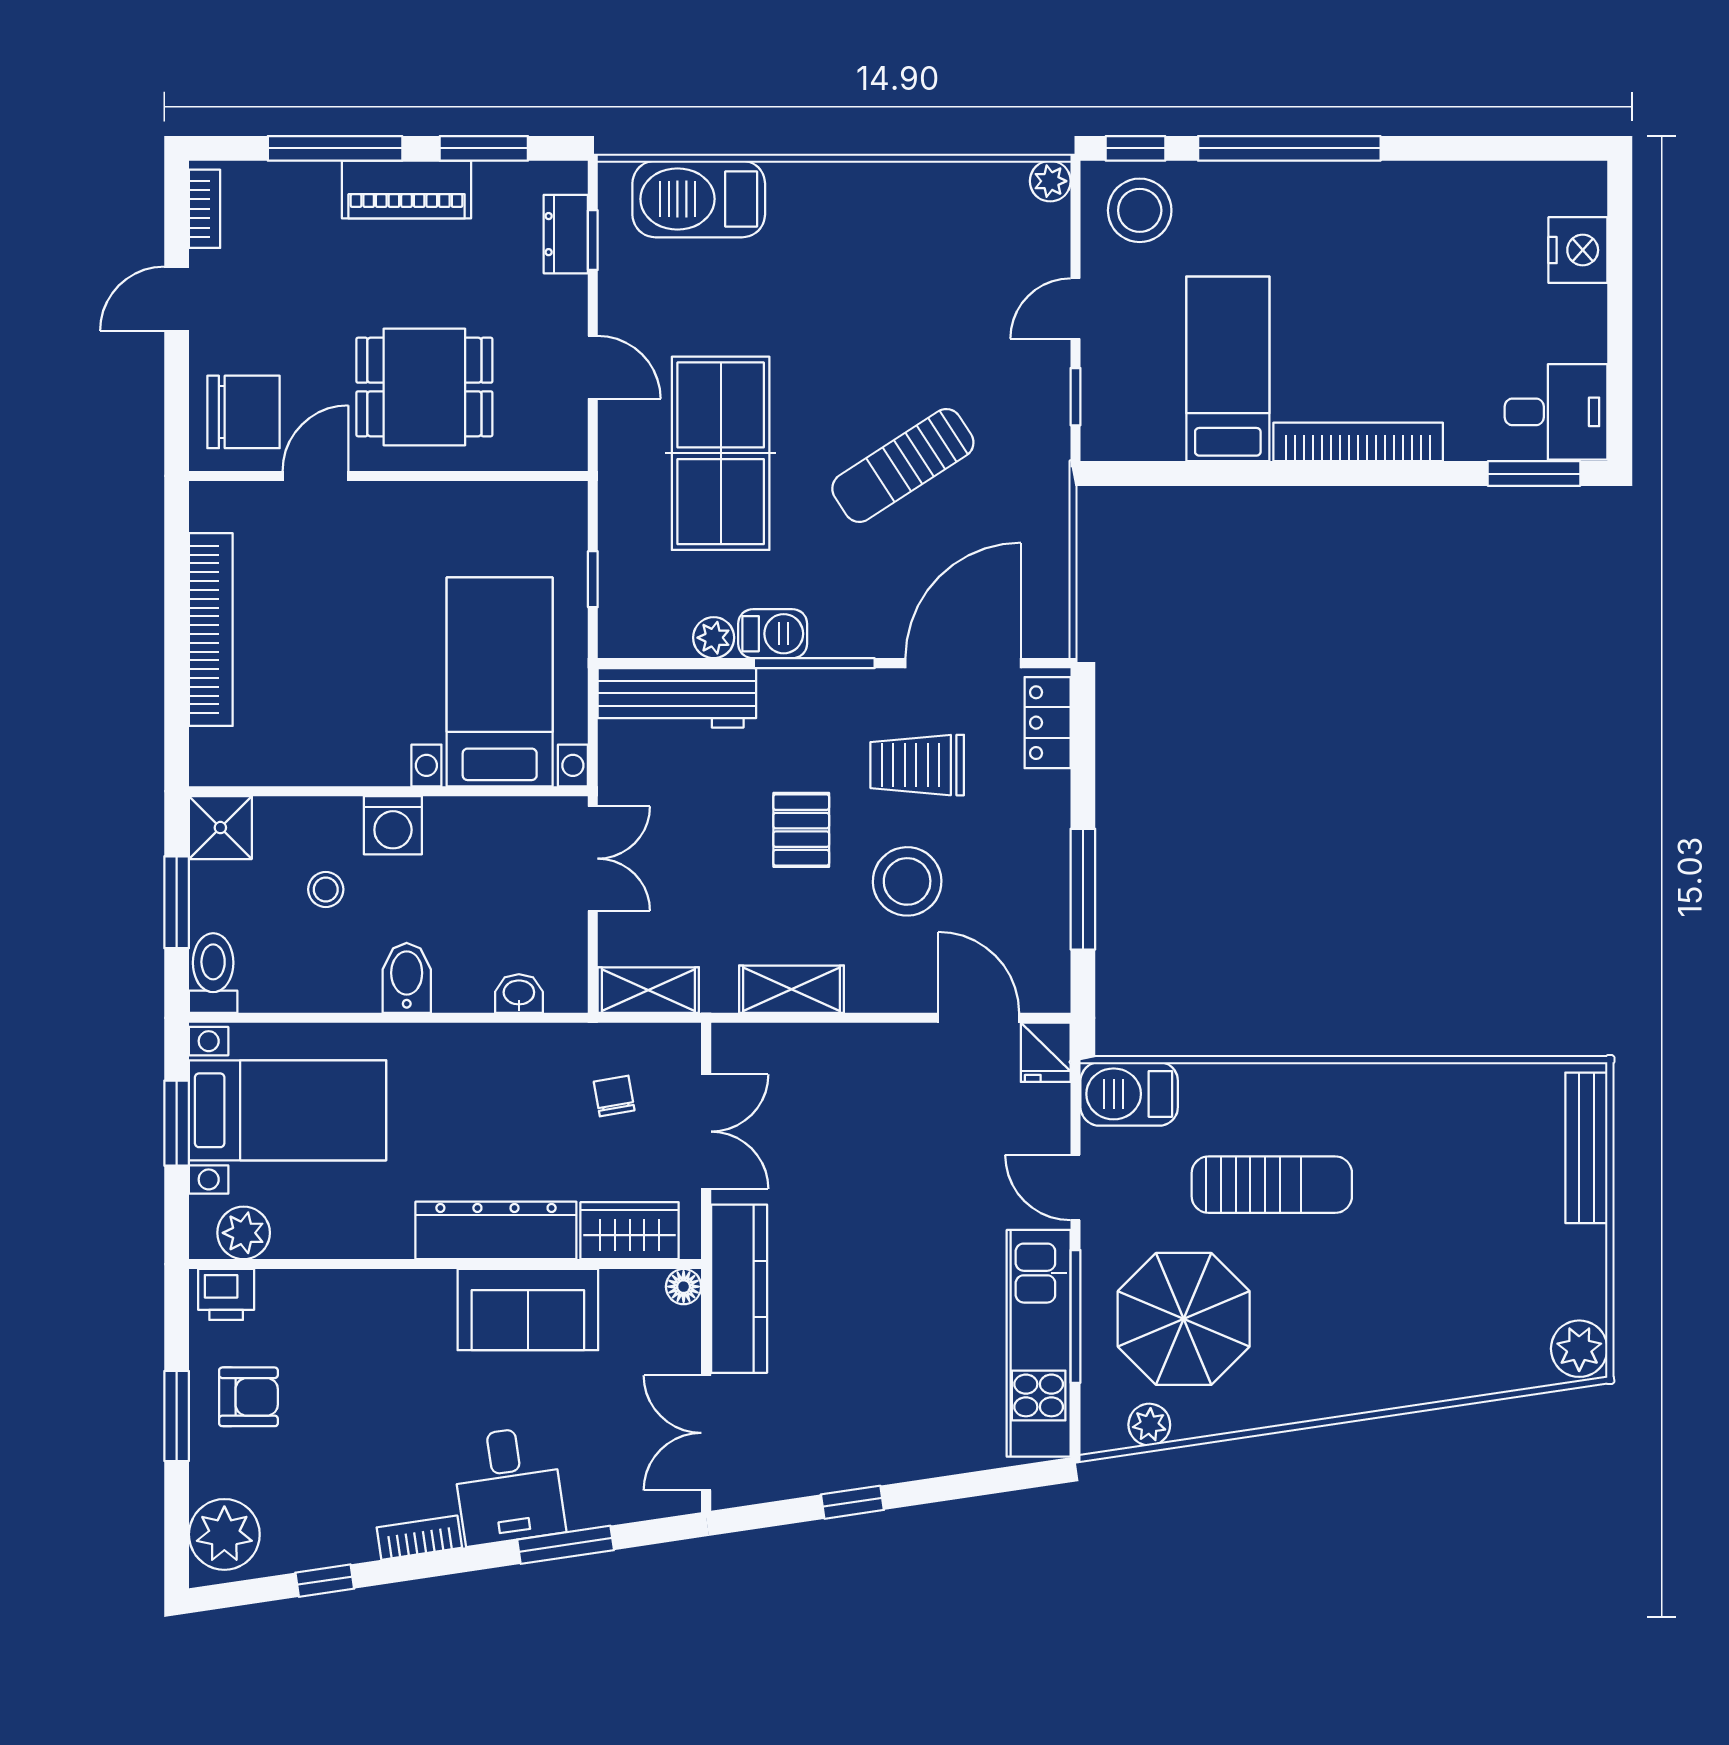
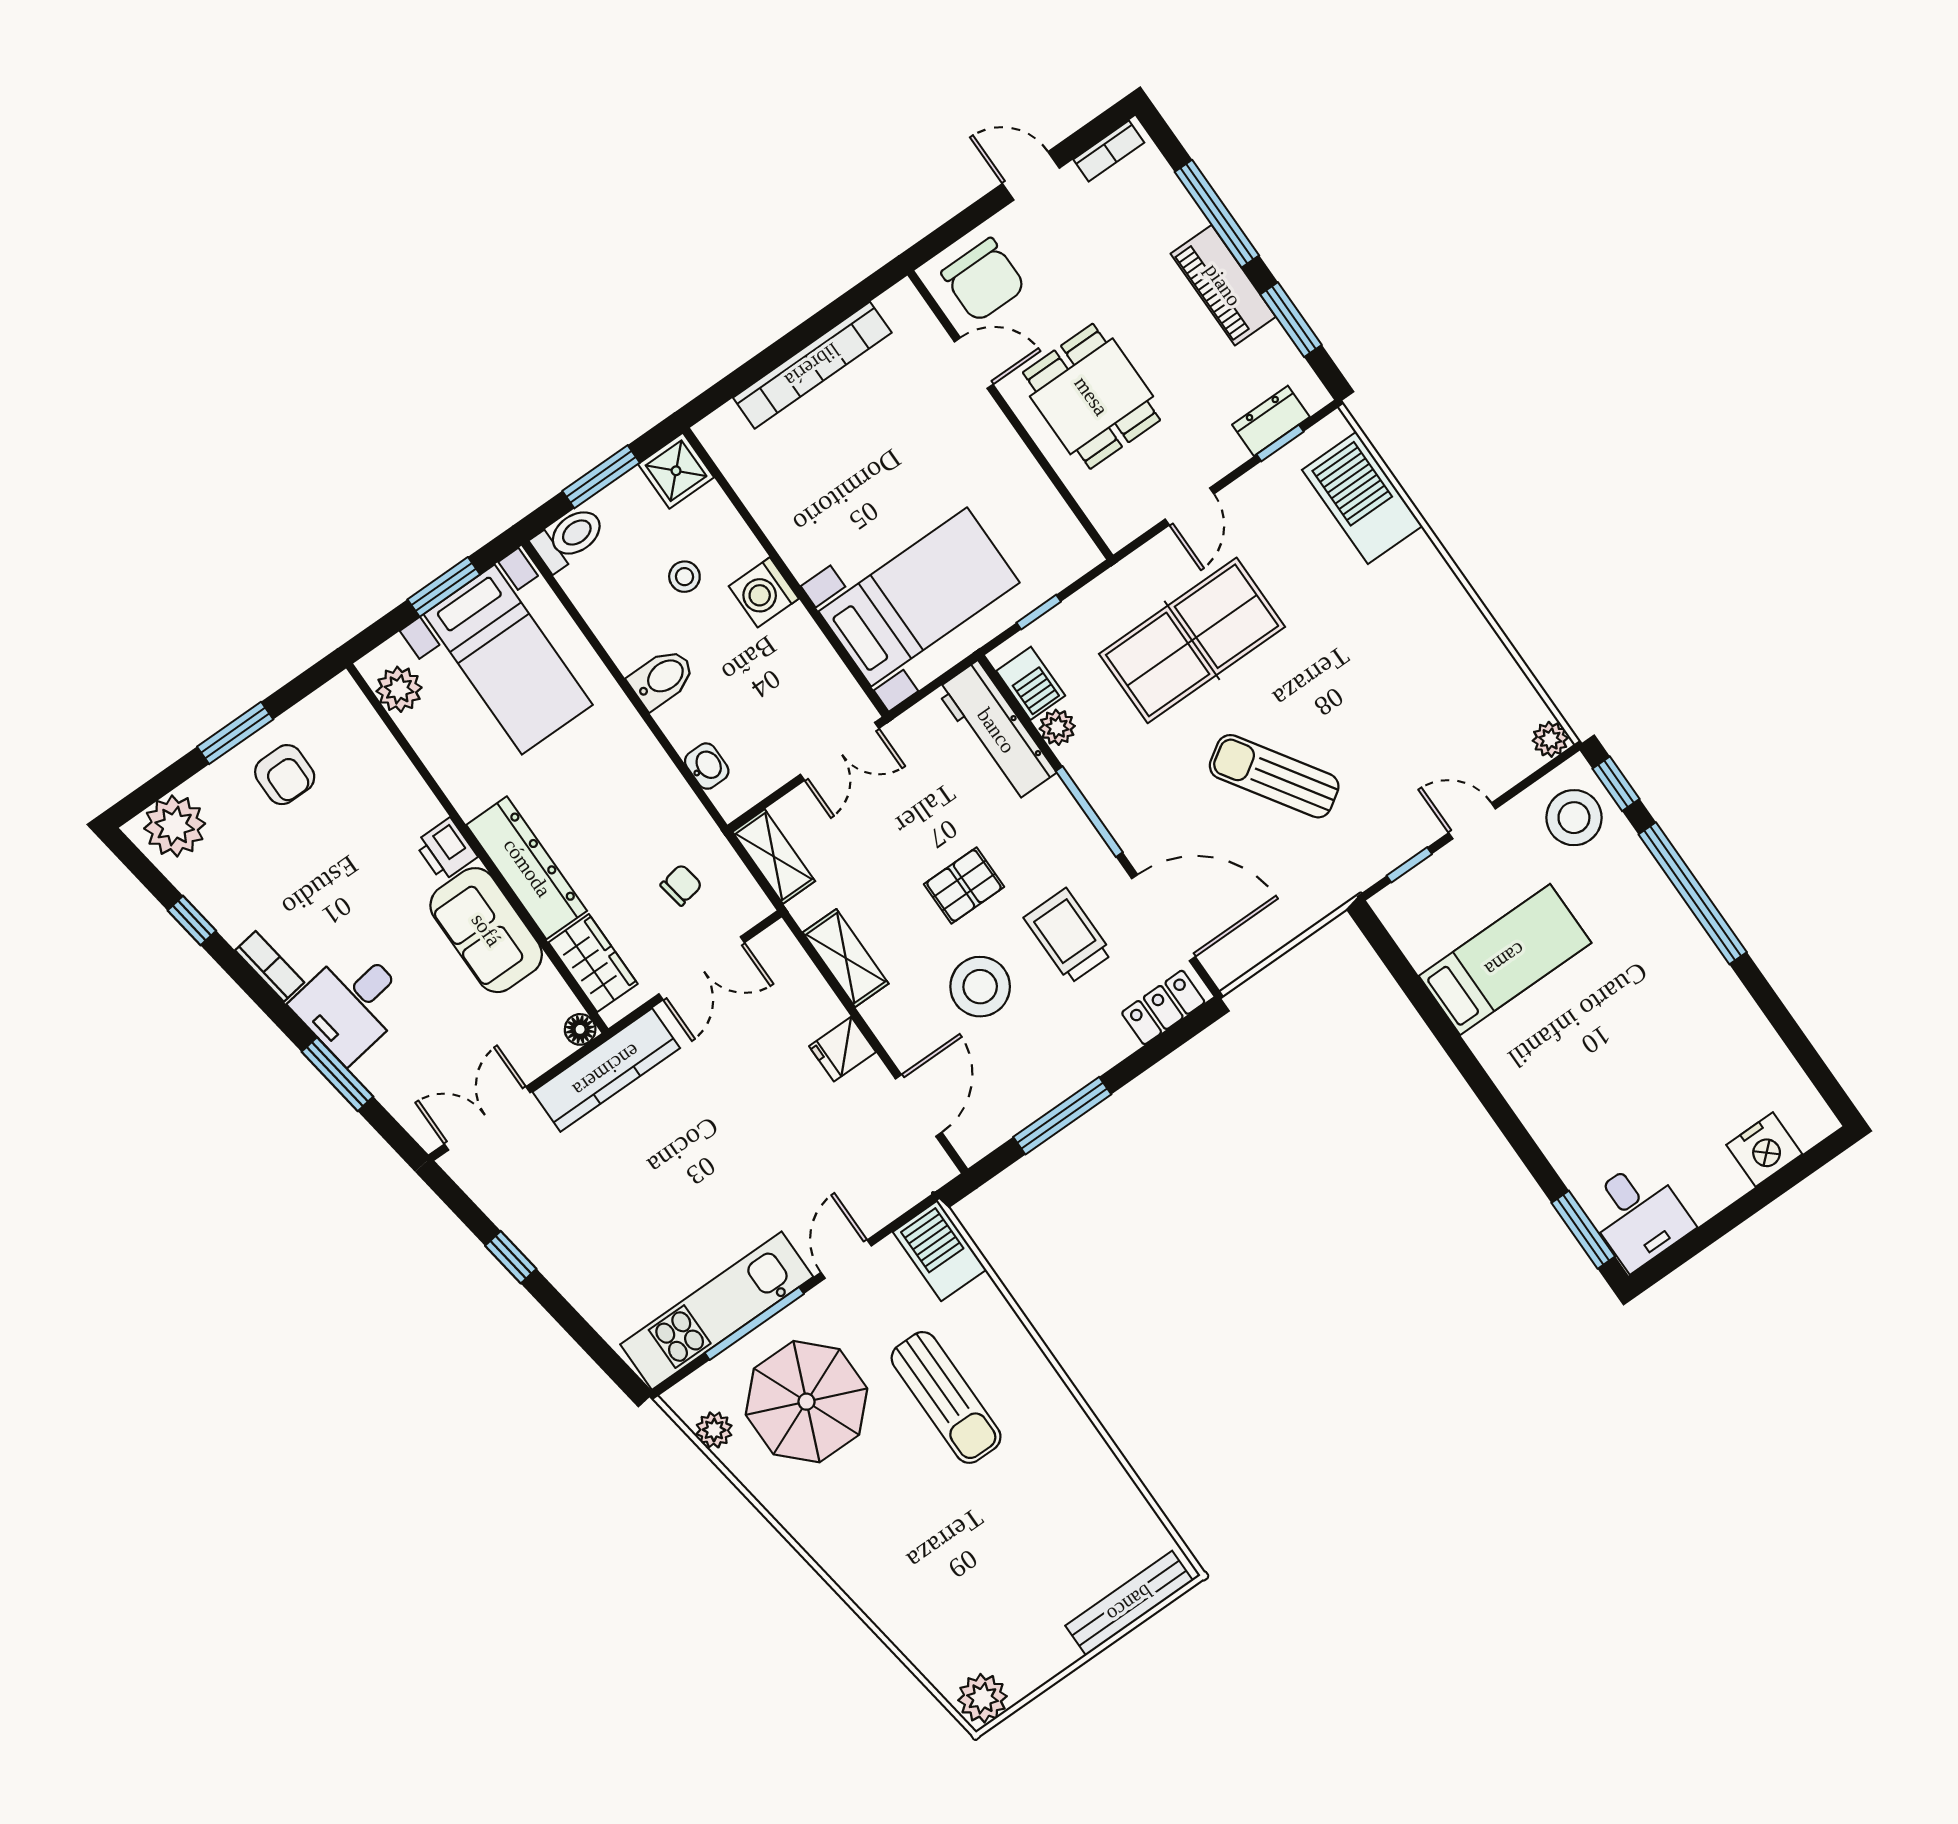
bookcase: (1358, 442) -> (1518, 1089), removed
barbecue: (773, 634) -> (1031, 683), moved
fridge: (1046, 1052) -> (842, 1049), moved
printer: (226, 1294) -> (446, 850), moved

